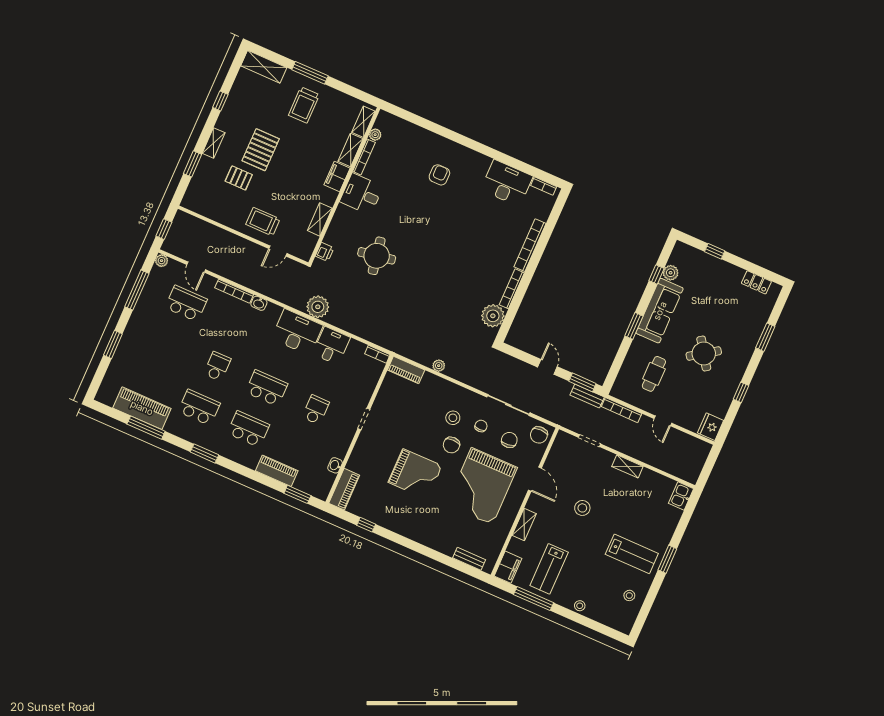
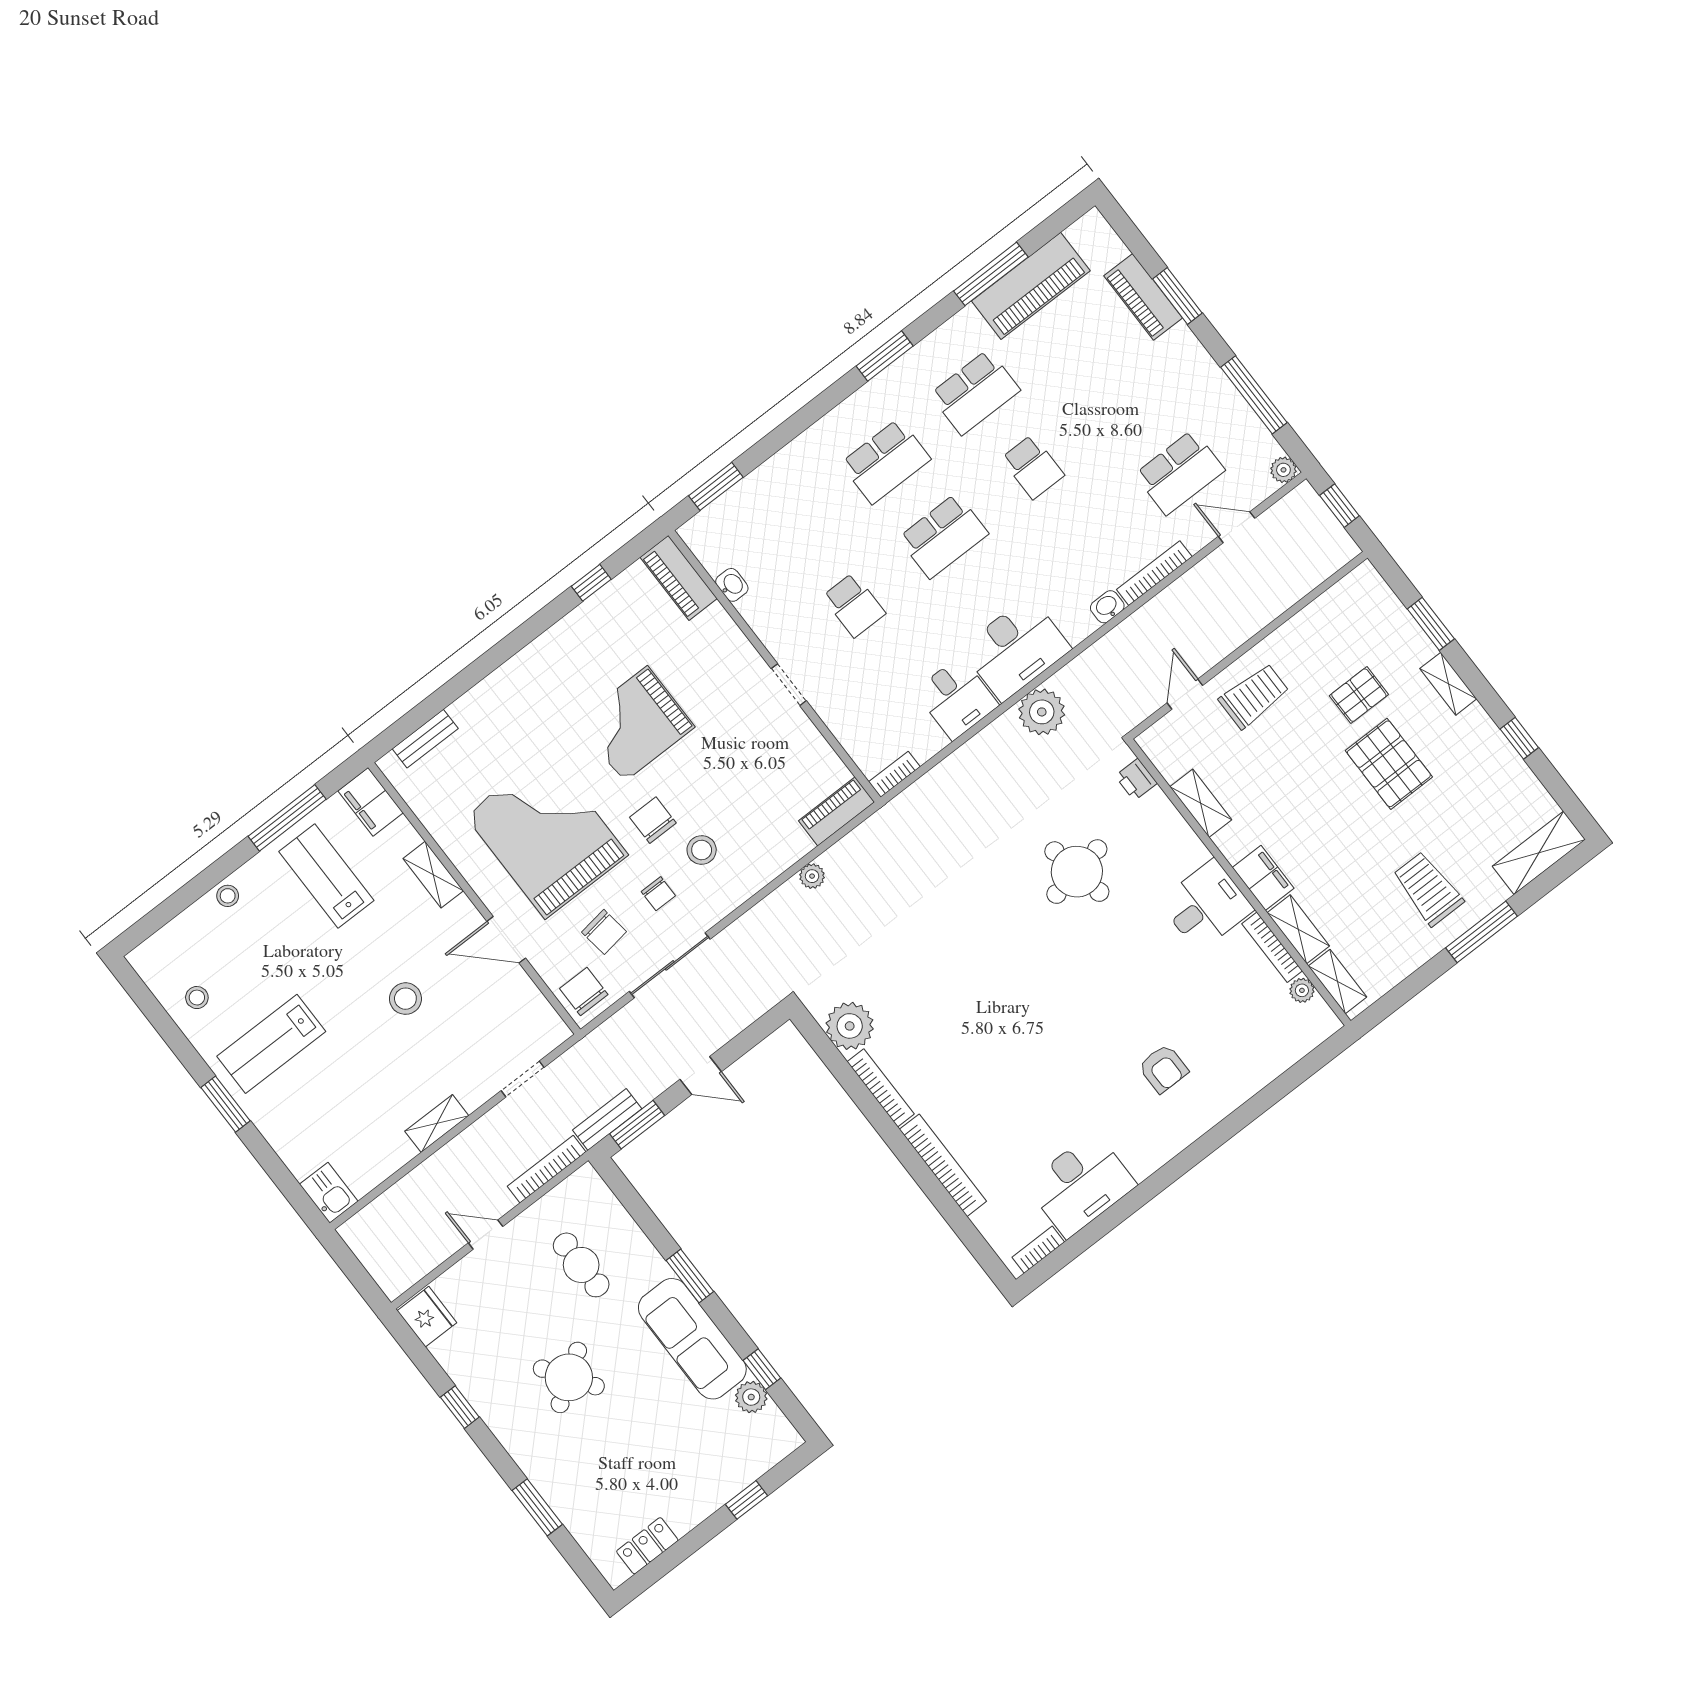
piano: (277, 471) -> (1143, 297), moved, turned 90

